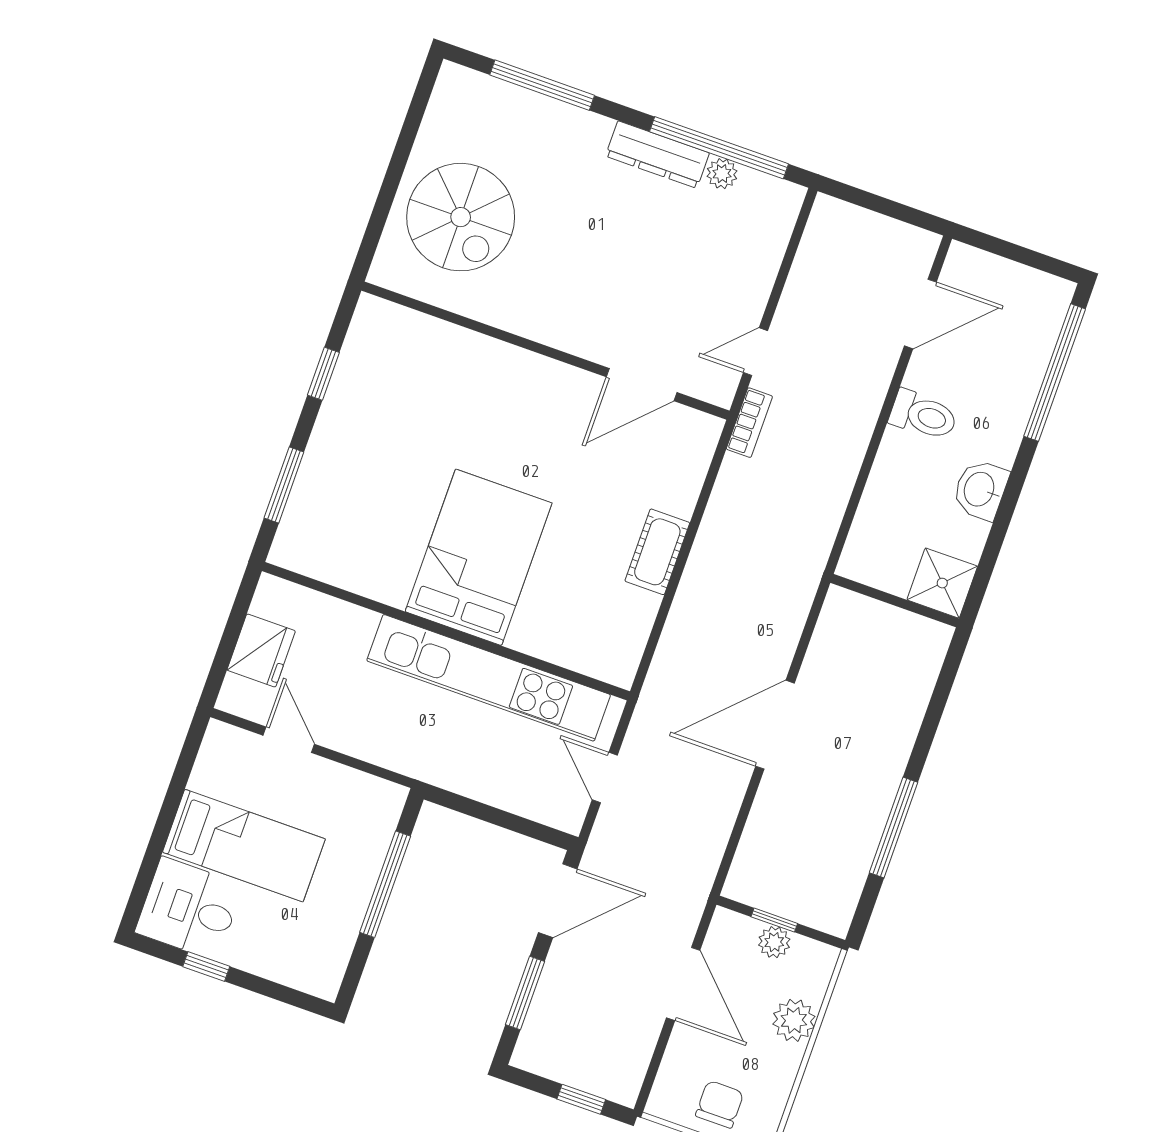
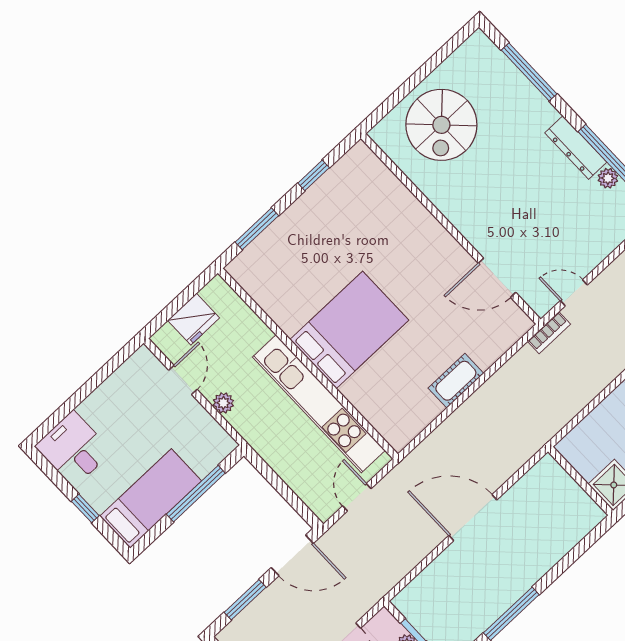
plant: (359, 743) -> (223, 403), added
bed: (244, 846) -> (151, 498), moved, turned -90
window: (206, 966) -> (85, 508), moved

